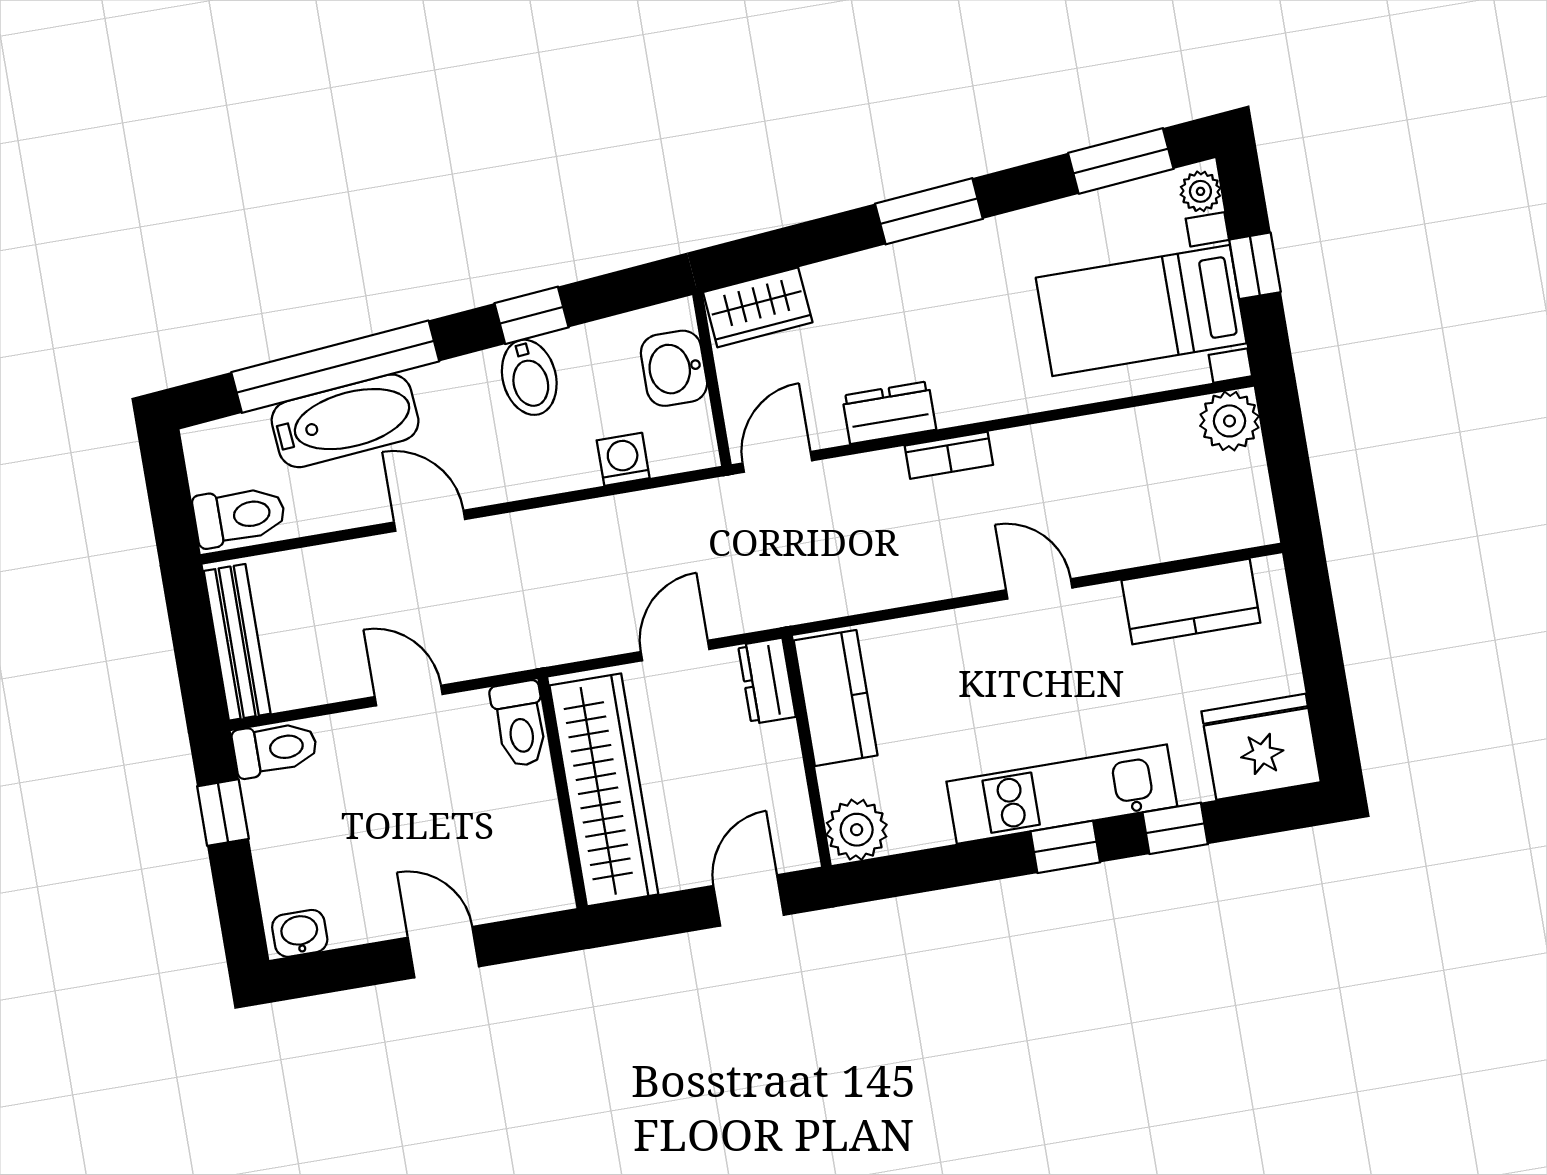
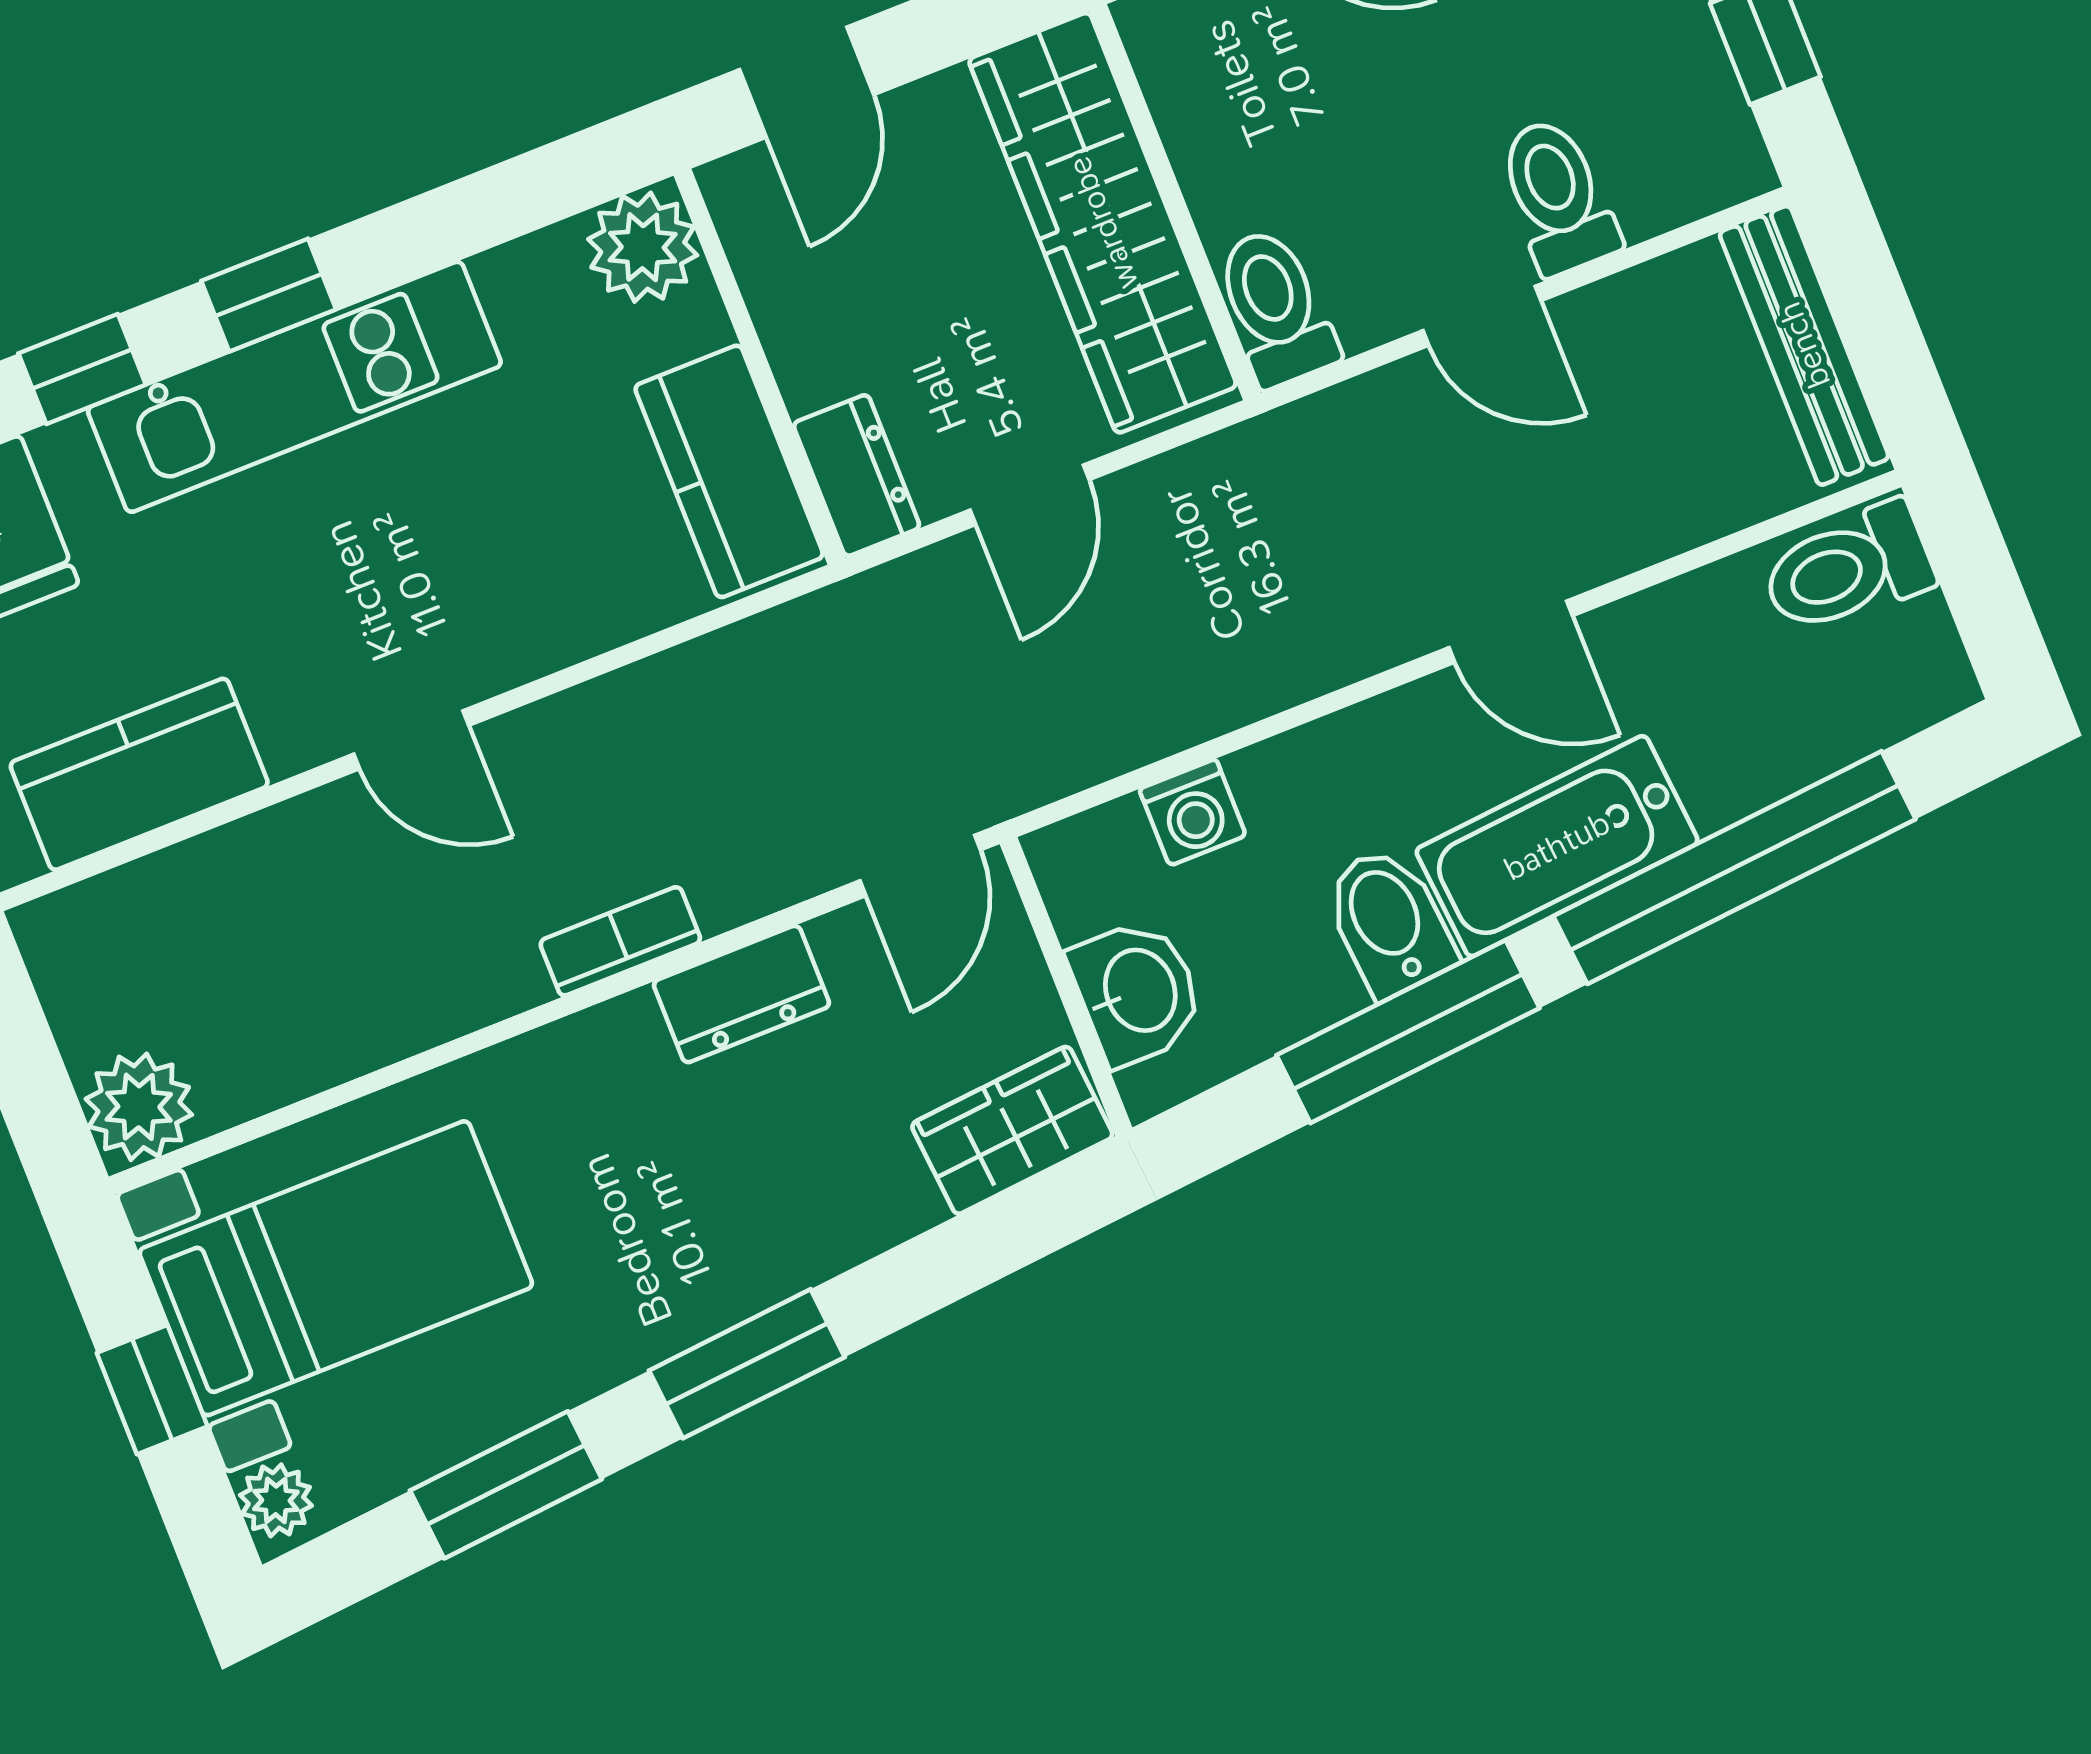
window: (1121, 161) -> (506, 1485), moved
window: (532, 315) -> (1408, 1032), width x2.17
bathtub: (345, 421) -> (1557, 846), moved
toilet: (275, 749) -> (1558, 196), moved, turned 90

